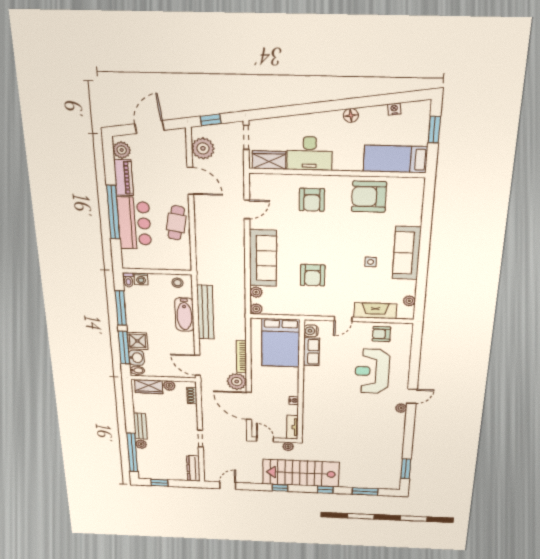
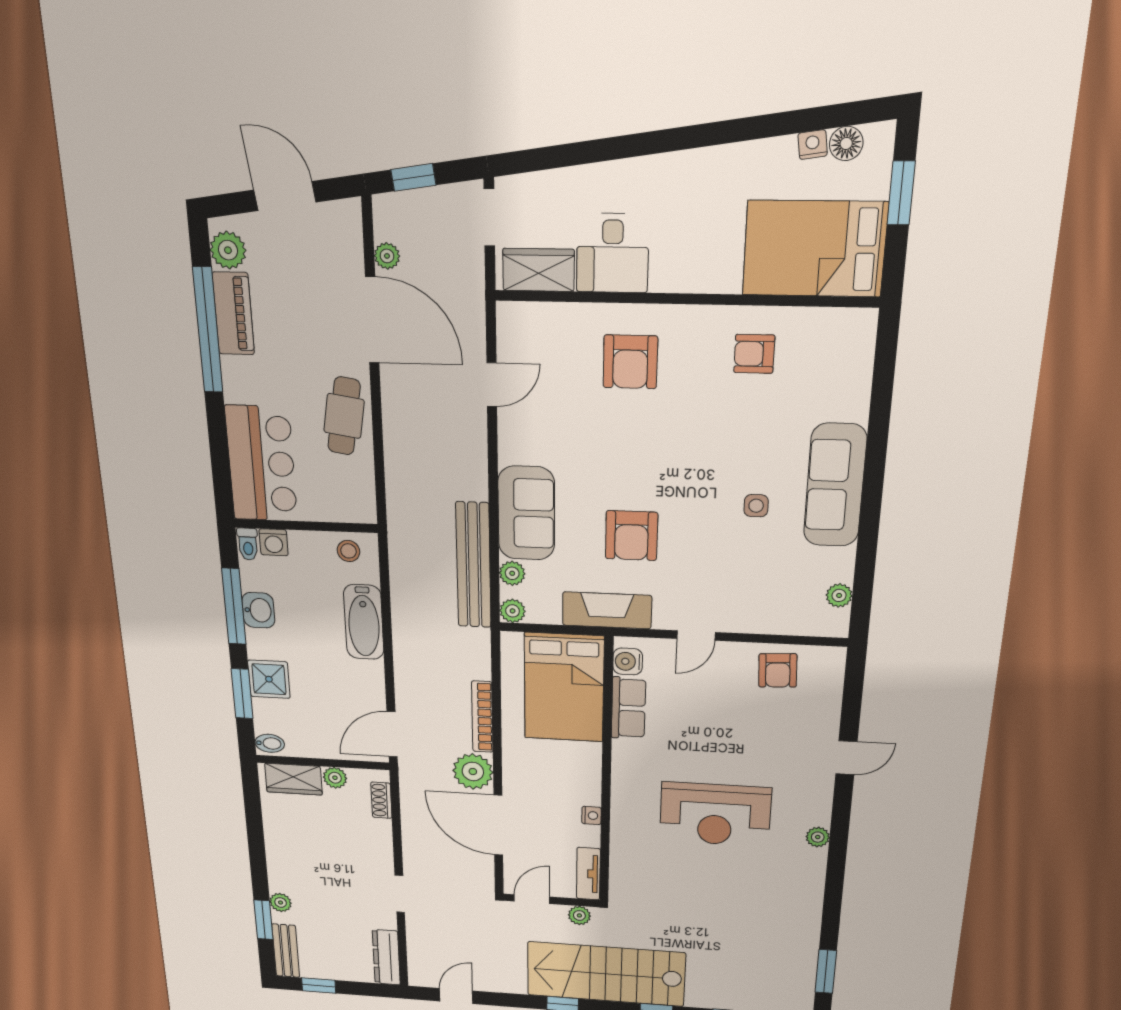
floor lamp: (351, 115) -> (846, 143), moved
door: (149, 127) -> (285, 196), hinge flipped
plant: (203, 148) -> (387, 256), width x0.53, depth x0.53
desk: (310, 153) -> (612, 253), width x0.73
bed: (395, 159) -> (815, 249), width x1.50
door: (190, 181) -> (372, 320), width x1.36
armchair: (369, 197) -> (754, 354), width x0.53, depth x0.53
window: (113, 212) -> (208, 330), moved
bar counter: (134, 223) -> (261, 464), moved
sofa: (263, 258) -> (526, 513), width x0.73
fireplace: (375, 311) -> (607, 610), moved
bench: (205, 312) -> (473, 565), moved
armchair: (381, 334) -> (778, 670), turned -93
window: (124, 348) -> (242, 694), width x0.69
washbasin: (136, 358) -> (258, 610), moved
door: (198, 365) -> (392, 734), hinge flipped
reception desk: (372, 371) -> (715, 814), moved, turned -90
door: (412, 396) -> (847, 758), moved
bench: (140, 426) -> (286, 951), moved
door: (265, 439) -> (532, 899), hinge flipped
window: (132, 452) -> (263, 920), width x0.47

